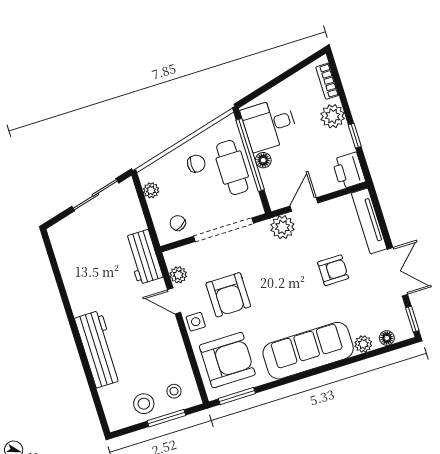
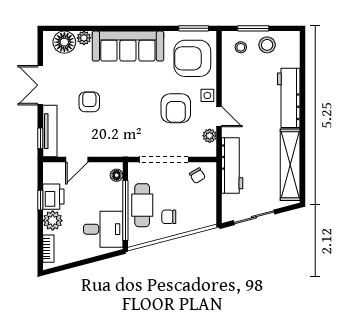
floor lamp: (263, 160) -> (117, 175), moved
printer: (349, 171) -> (53, 197), moved
plant: (151, 190) -> (210, 207), removed
door: (304, 204) -> (77, 159), moved
plant: (282, 227) -> (118, 147), removed
workbench: (143, 257) -> (232, 165), width x1.37
shelving: (72, 270) -> (290, 165), added
armchair: (333, 270) -> (89, 102), turned 90
armchair: (228, 295) -> (176, 108), turned 180
window: (412, 319) -> (40, 138), moved
floor lamp: (387, 338) -> (64, 42), width x1.89, depth x1.89

